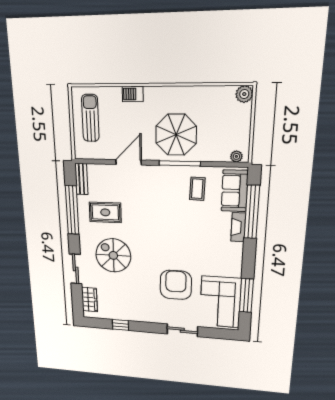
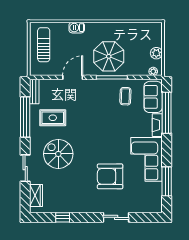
plant: (244, 94) -> (156, 53), moved
armchair: (176, 285) -> (110, 176), turned -90
corner sofa: (220, 302) -> (147, 159), moved

